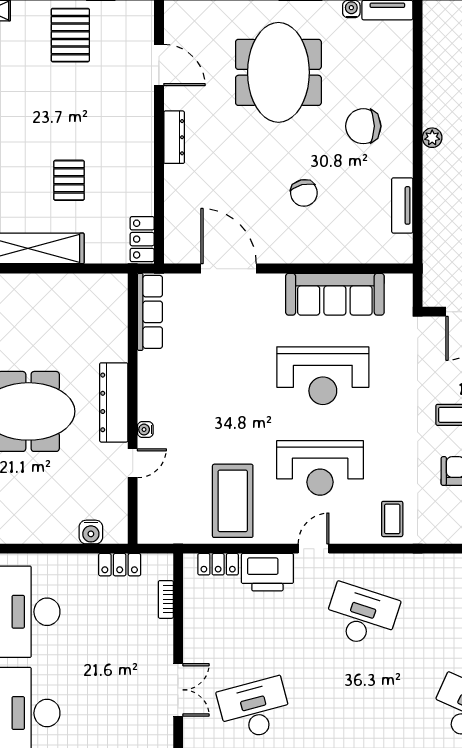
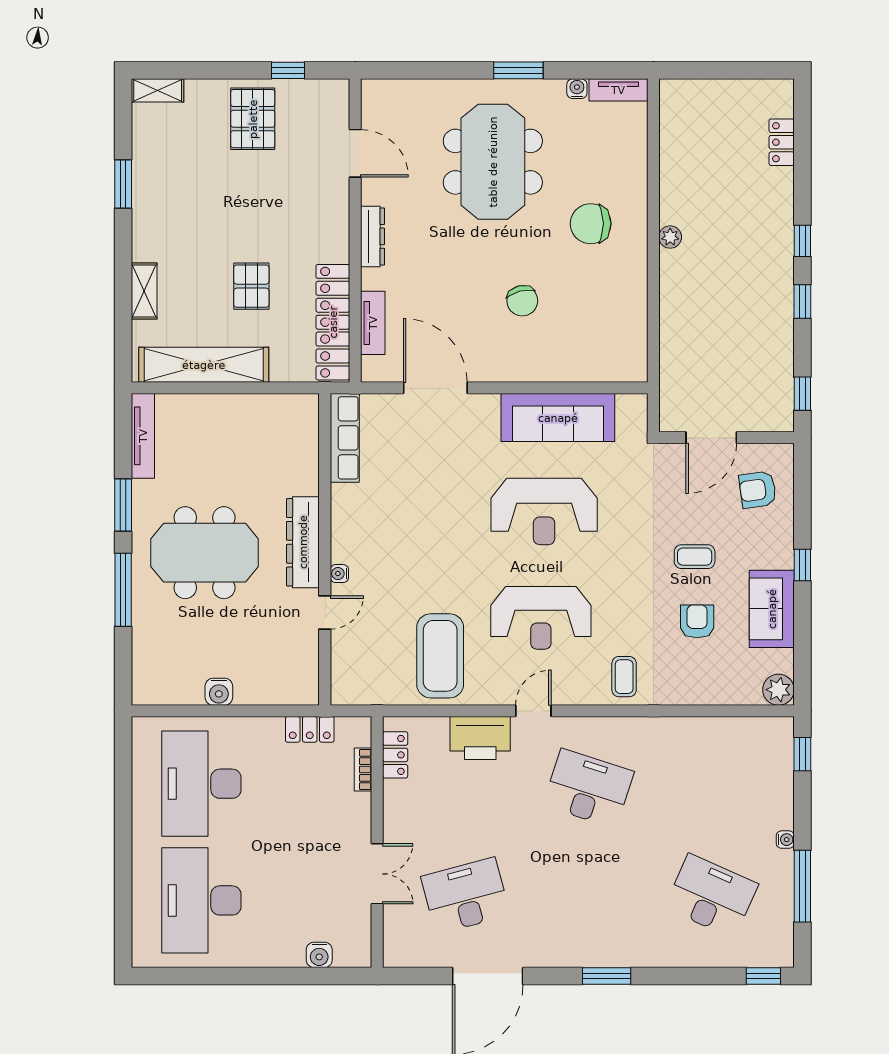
tv unit: (402, 205) -> (373, 323), moved, turned 180
locker: (142, 239) -> (333, 322), width x2.16, depth x1.21
water cooler: (91, 532) -> (219, 692), moved
locker: (218, 564) -> (395, 755), moved, turned -90

